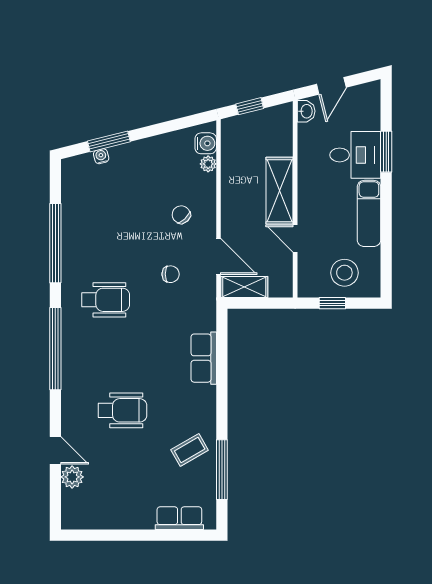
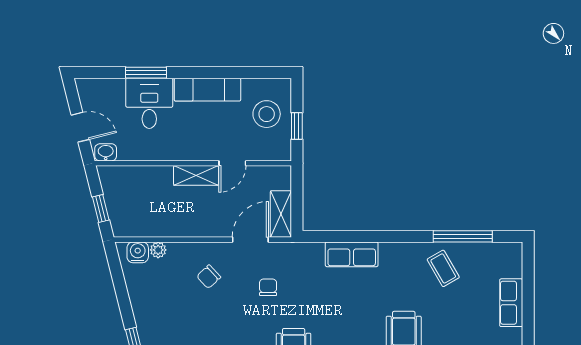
shelving: (280, 191) -> (196, 175), width x0.67, depth x0.75
row of seats: (179, 518) -> (511, 303), moved

